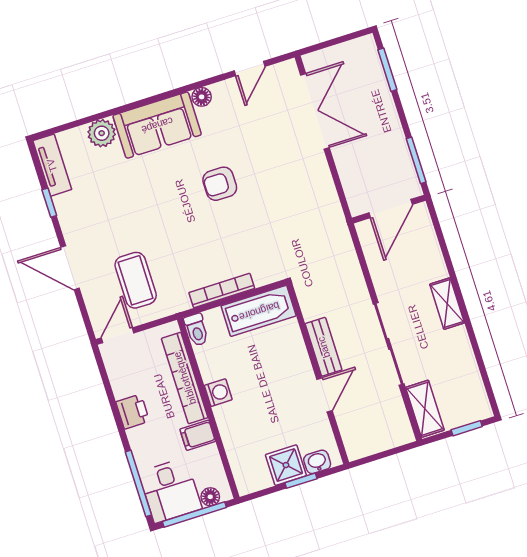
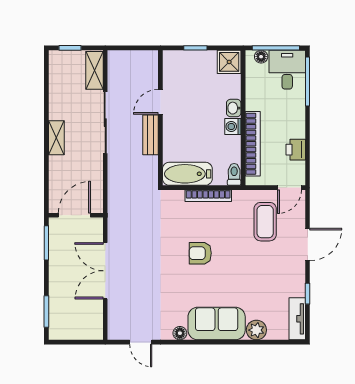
door: (250, 69) -> (141, 342), swing flipped
double door: (315, 111) -> (105, 271), moved
armchair: (220, 184) -> (200, 253), moved, turned 180
door: (70, 268) -> (308, 244), hinge flipped
printer: (133, 412) -> (296, 150), moved
filing cabinet: (198, 435) -> (256, 102), removed
washbasin: (317, 462) -> (234, 108), moved, turned 90
shower: (286, 465) -> (229, 62), moved

